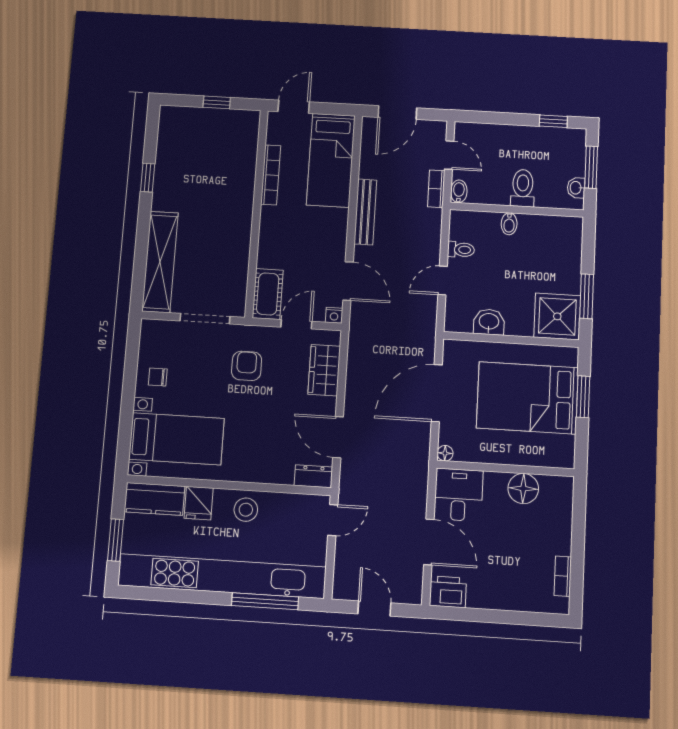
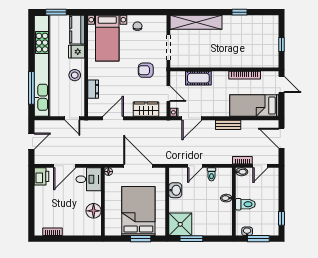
bench: (365, 212) -> (228, 125), width x0.73
door: (443, 280) -> (195, 166), swing flipped
cot: (268, 294) -> (198, 78), moved
armchair: (247, 366) -> (146, 70), turned 180
dresser: (313, 476) -> (93, 89), moved

